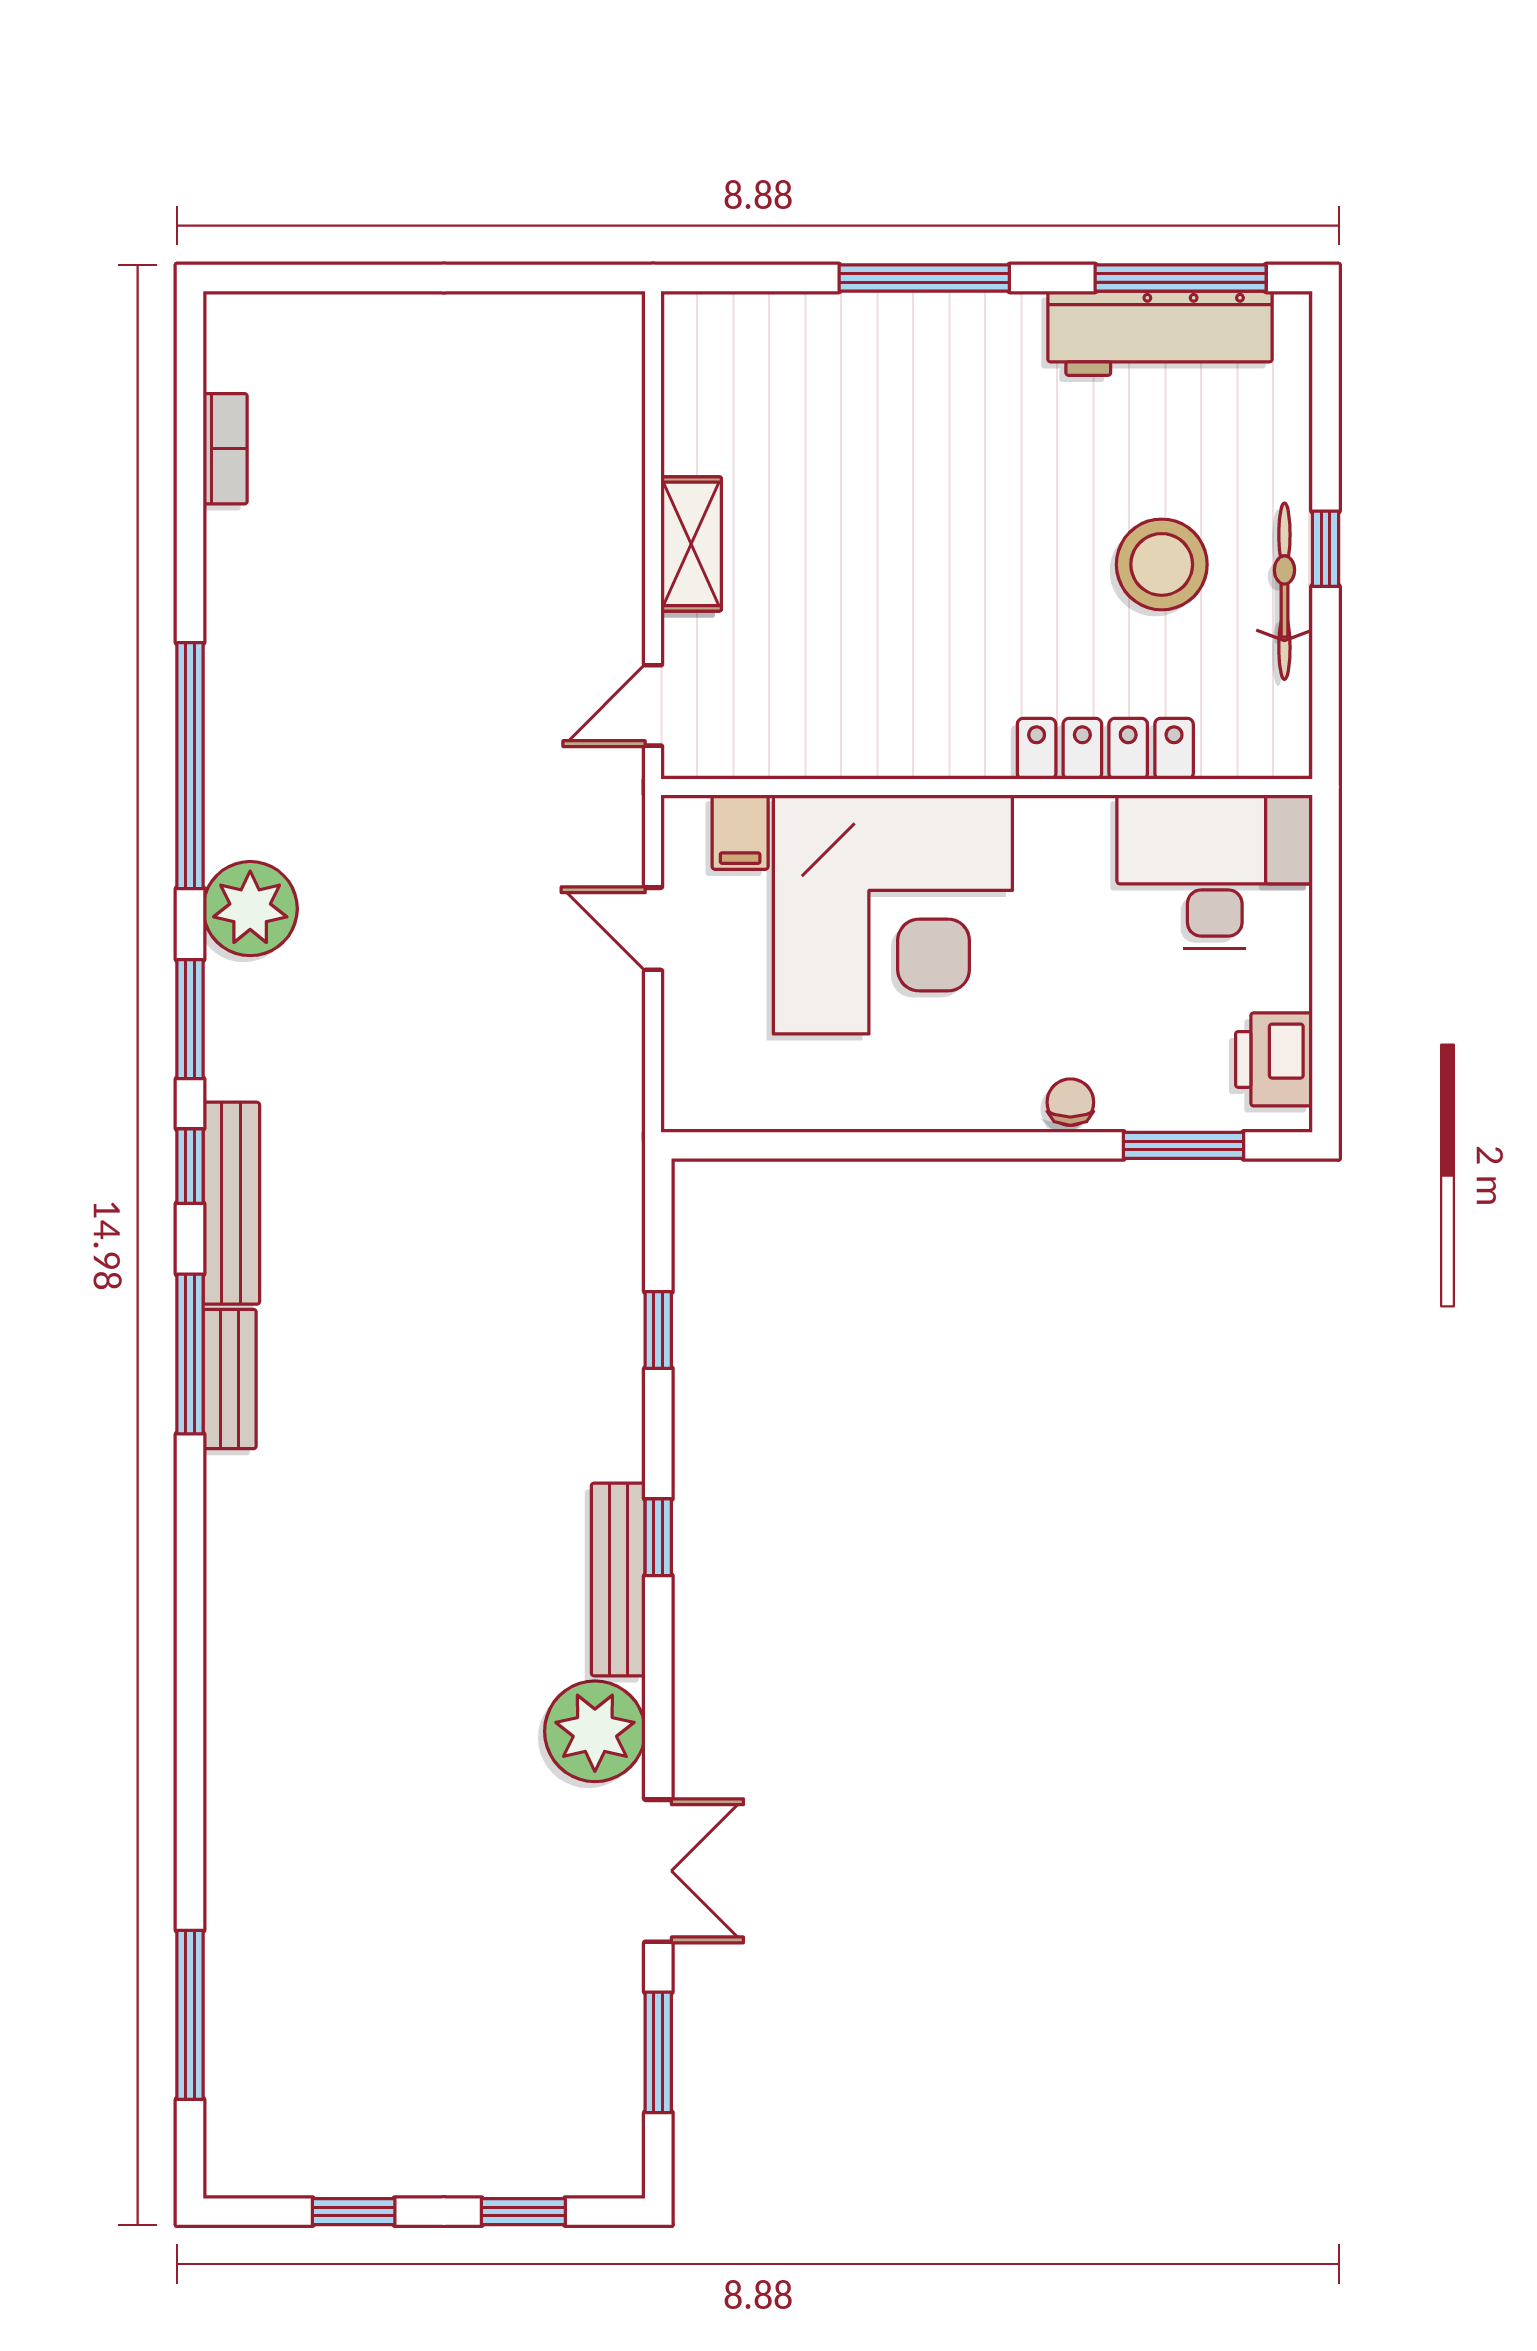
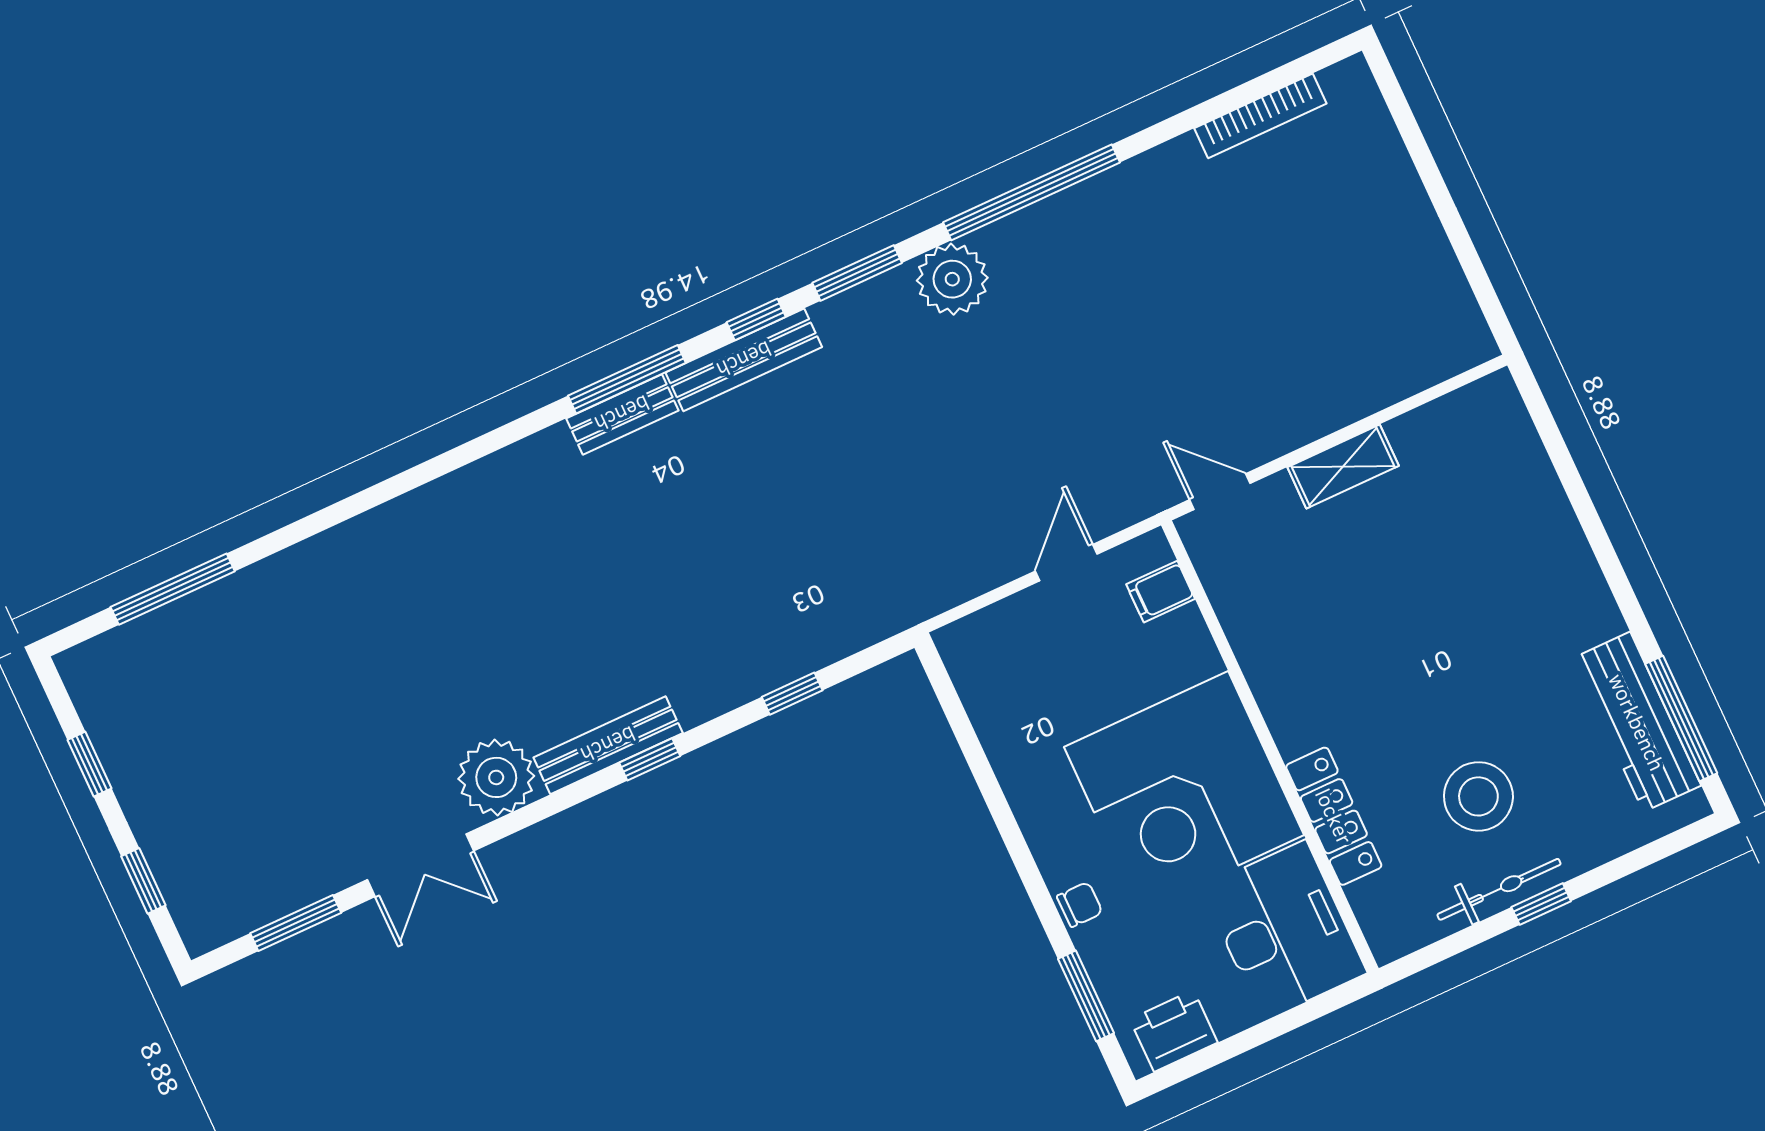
window: (924, 278) -> (1600, 542), removed
bookcase: (225, 449) -> (1260, 116), width x1.56
corner desk: (893, 914) -> (1184, 791), moved

